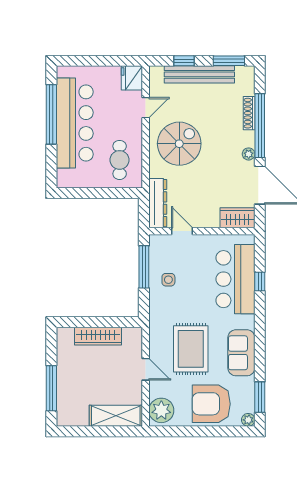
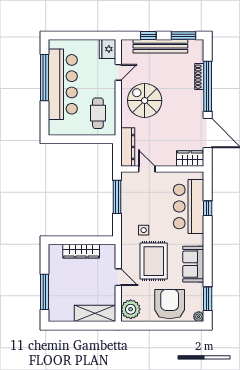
spiral stairs: (179, 144) -> (145, 101), turned -90
plant: (249, 154) -> (199, 109), removed
side table: (168, 280) -> (144, 230), moved
armchair: (211, 404) -> (170, 304), turned 90

